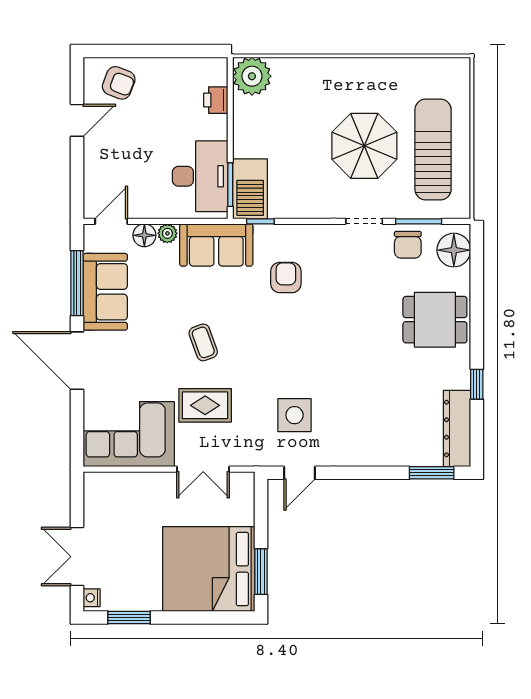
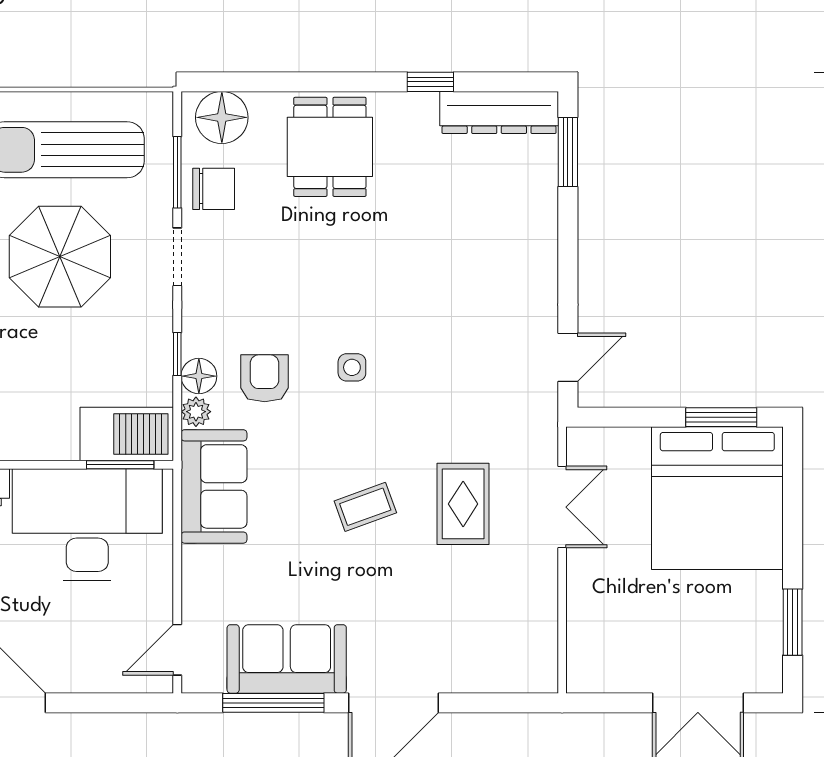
desk: (200, 176) -> (87, 525), width x1.36, depth x1.30
door: (111, 221) -> (177, 650), hinge flipped
window: (260, 221) -> (177, 354), moved
plant: (167, 233) -> (196, 412), moved
floor lamp: (144, 235) -> (199, 376), moved
armchair: (286, 278) -> (265, 378), turned 90
side table: (295, 415) -> (352, 367), moved, width x0.54, depth x0.54
corner sofa: (129, 434) -> (508, 623), removed
door: (299, 473) -> (568, 357), hinge flipped
nightstand: (92, 598) -> (762, 680), removed

